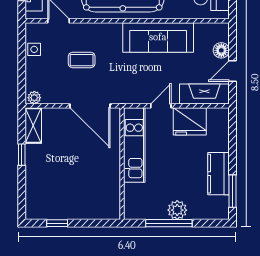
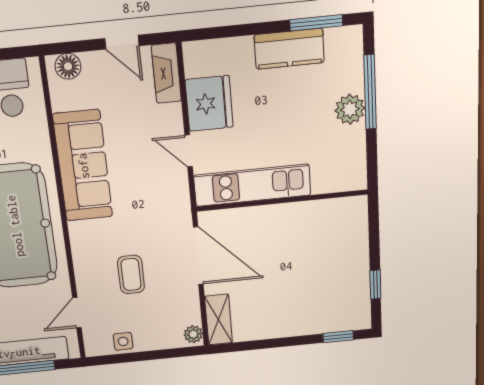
floor lamp: (221, 50) -> (68, 66), moved
fireplace: (204, 94) -> (166, 73), width x0.73, depth x0.76
door: (90, 106) -> (198, 256), hinge flipped
shelving: (33, 126) -> (219, 320), moved, turned 90
window: (22, 155) -> (338, 337), moved
window: (169, 223) -> (370, 92), moved

